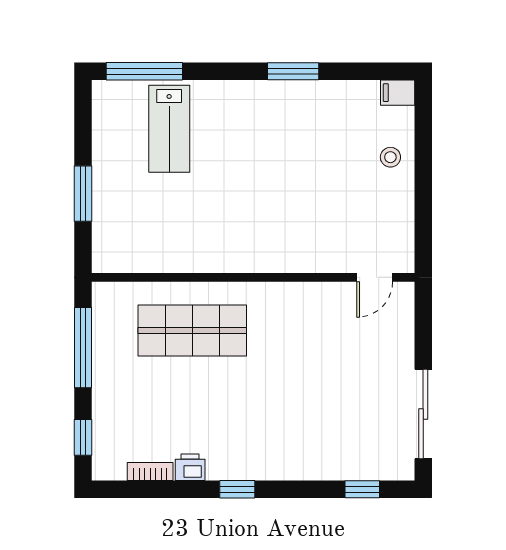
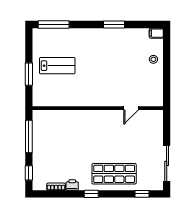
lab bench: (169, 129) -> (57, 66), moved, turned -90
door: (375, 277) -> (131, 108), moved
shop shelf: (192, 331) -> (114, 174), moved

